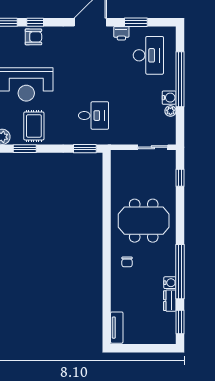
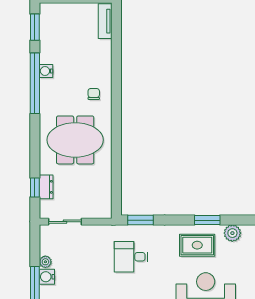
rug: (34, 126) -> (197, 245), turned 90
dresser: (170, 301) -> (46, 187), moved

